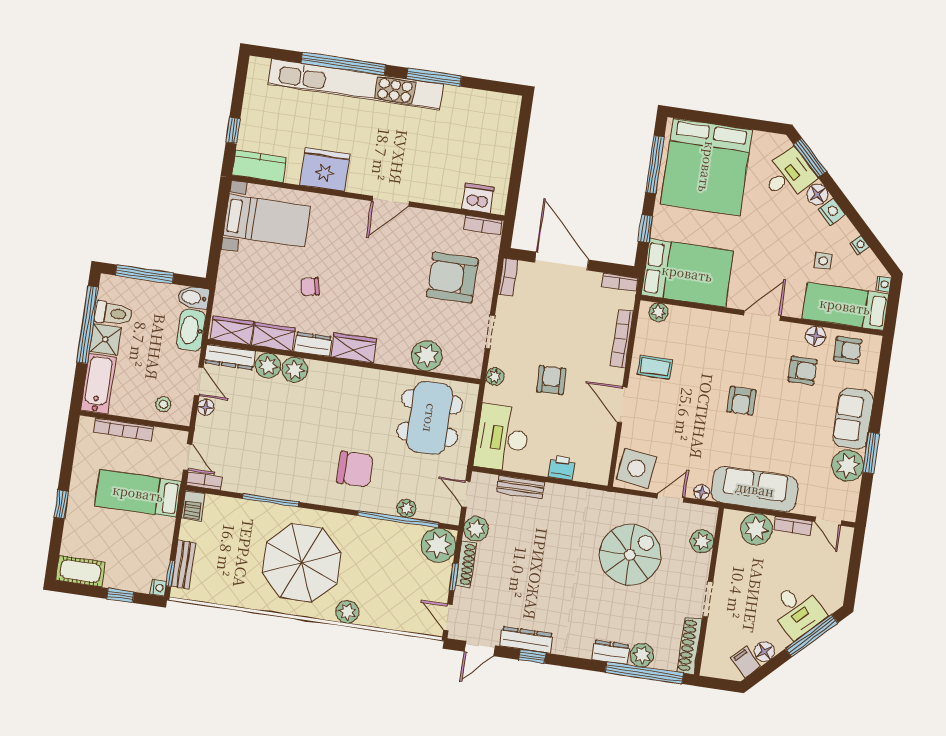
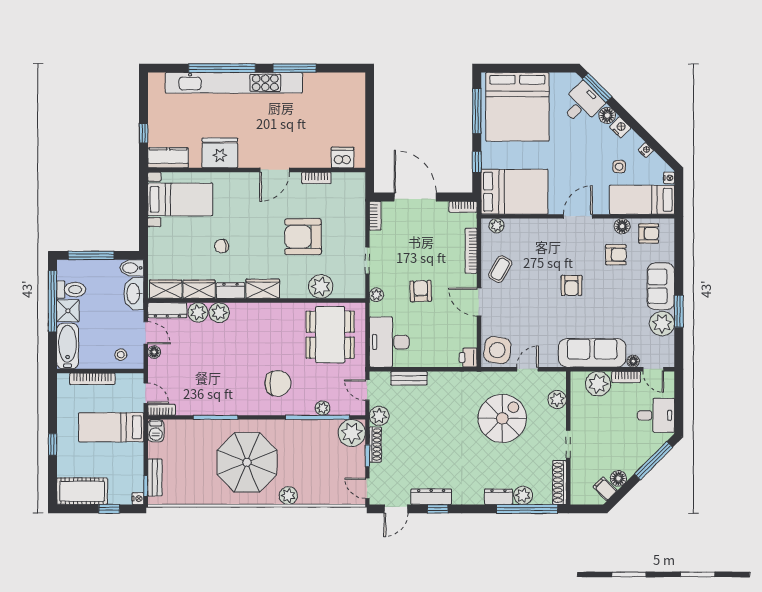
bookcase: (483, 225) -> (316, 178), moved
armchair: (452, 278) -> (303, 237), moved
coffee table: (655, 367) -> (500, 269), turned -60
printer: (562, 468) -> (468, 358), moved, turned -90
floor lamp: (702, 492) -> (633, 361), moved
cot: (80, 571) -> (82, 491), width x1.37, depth x1.34
desk: (797, 611) -> (656, 415), moved, turned -45

